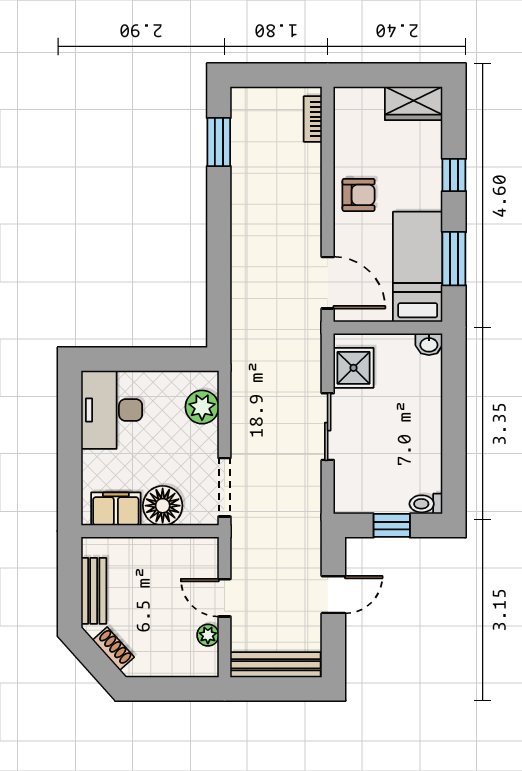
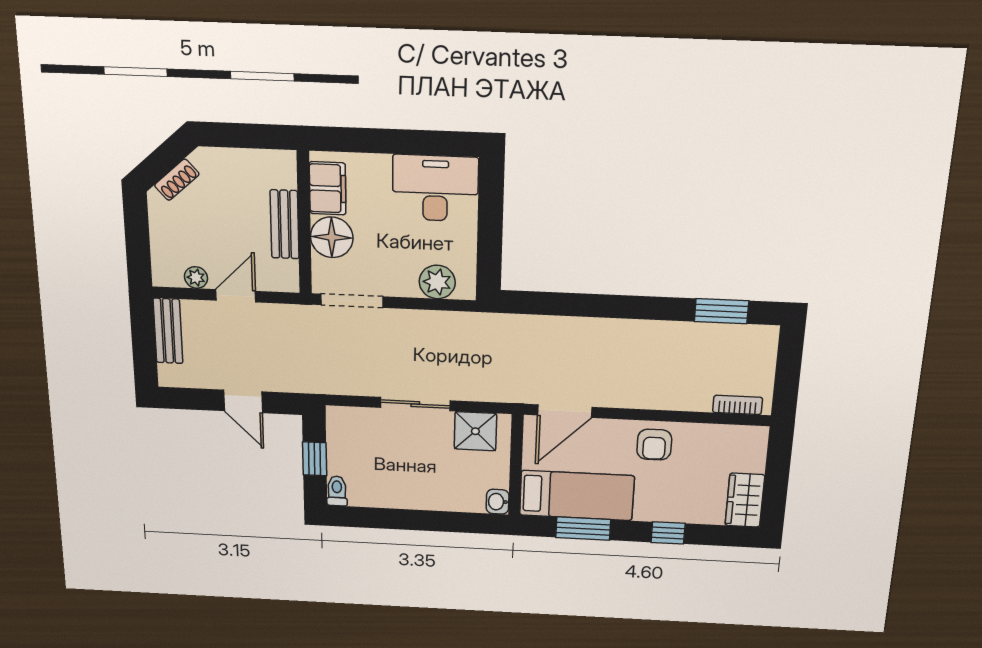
bench: (94, 591) -> (285, 224), moved, turned 90
bench: (275, 665) -> (168, 331), width x0.73

